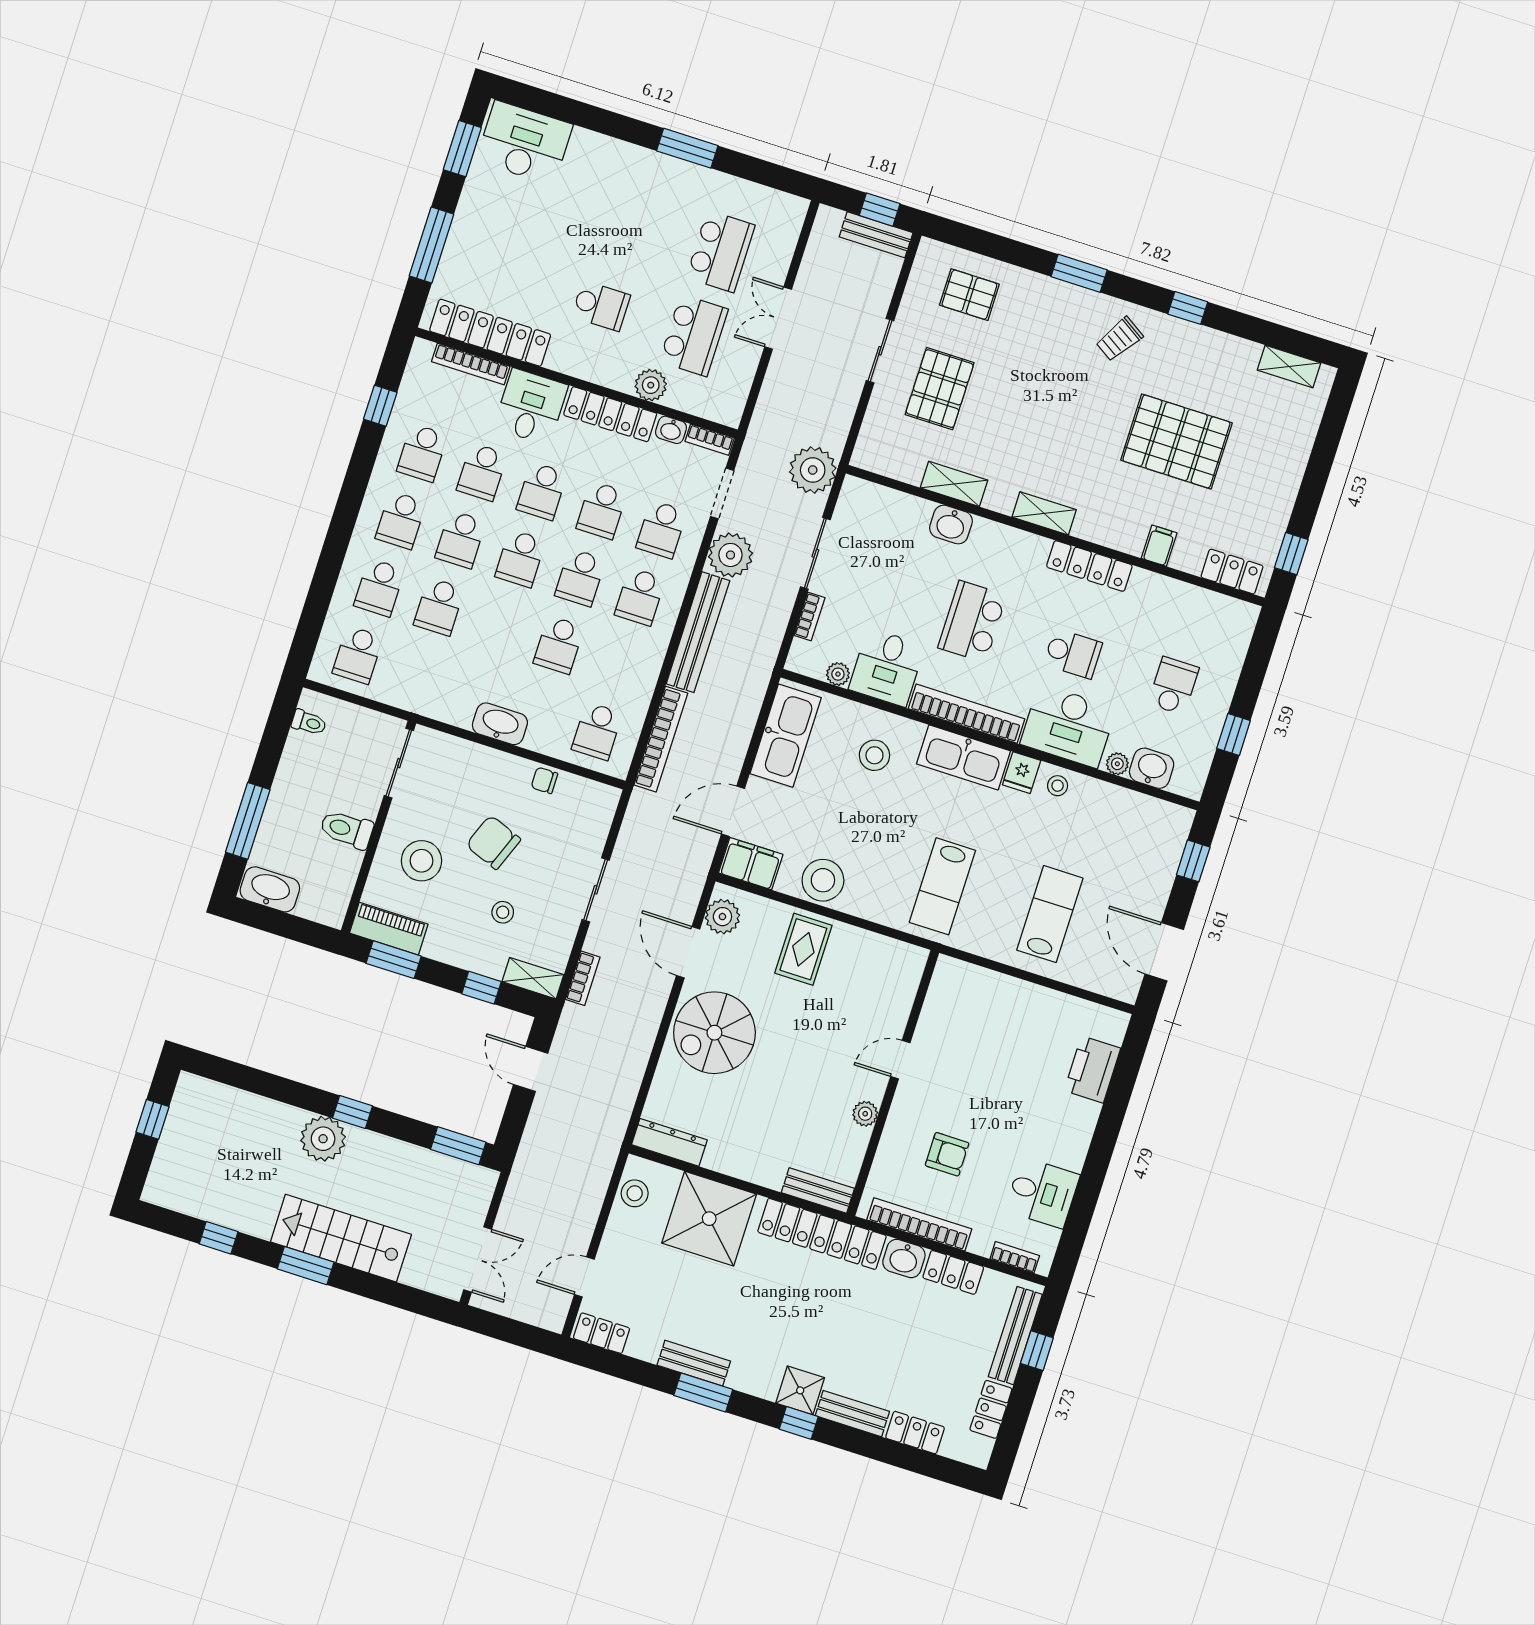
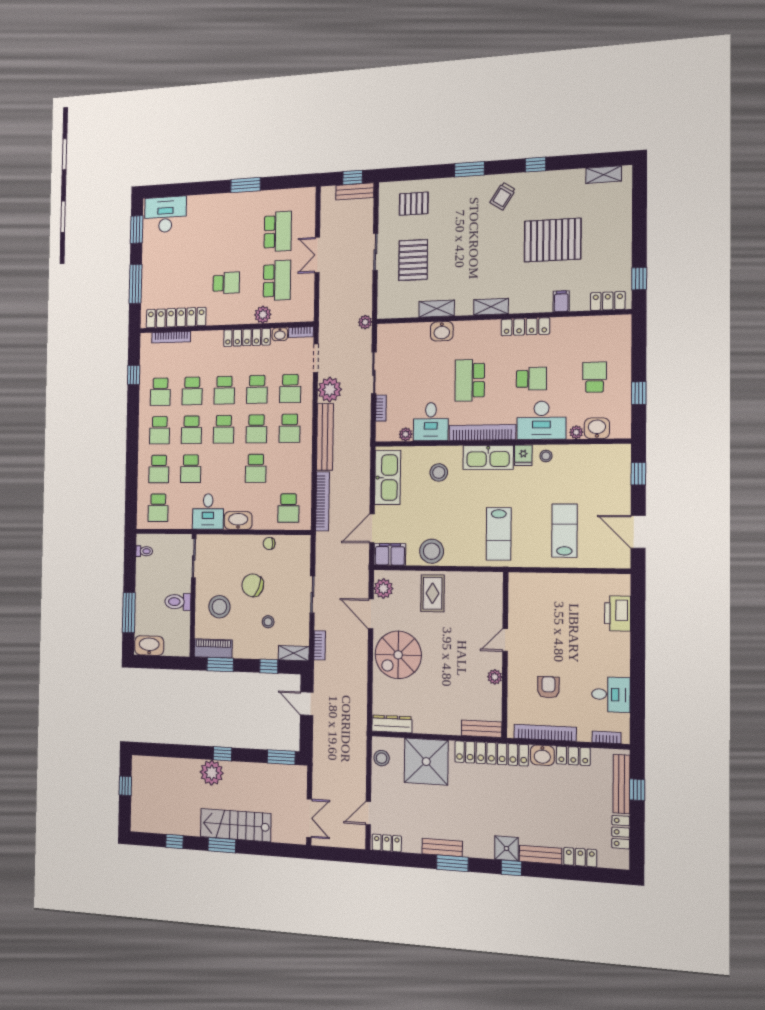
desk: (531, 407) -> (208, 511), moved, turned 180
plant: (813, 470) -> (365, 322), width x0.53, depth x0.53
armchair: (947, 1154) -> (548, 687), turned -90

